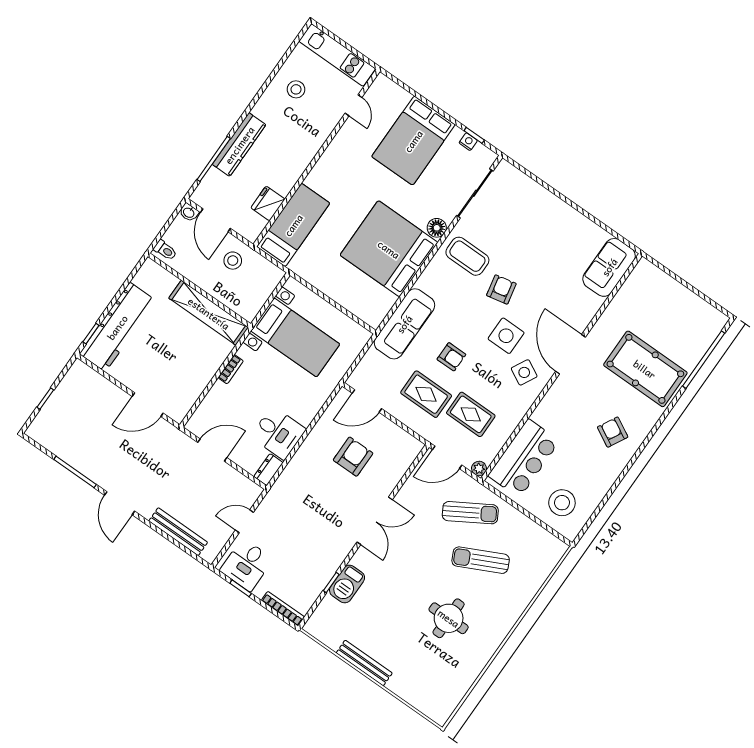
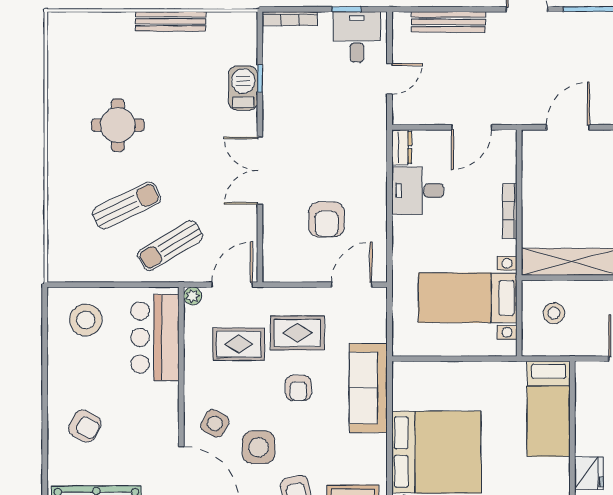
fridge: (268, 203) -> (589, 473), moved
stool: (233, 261) -> (554, 313), moved
armchair: (451, 357) -> (298, 388), turned -90
bookcase: (231, 369) -> (510, 211), width x1.56

